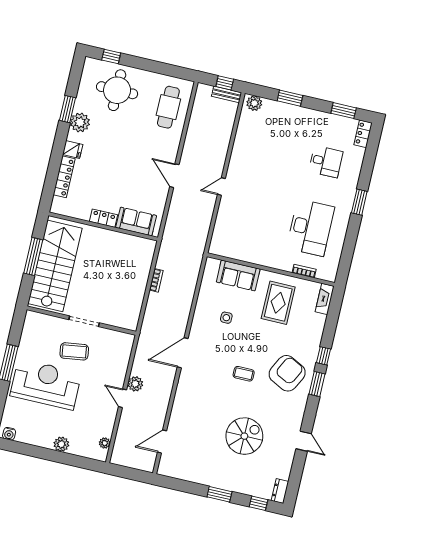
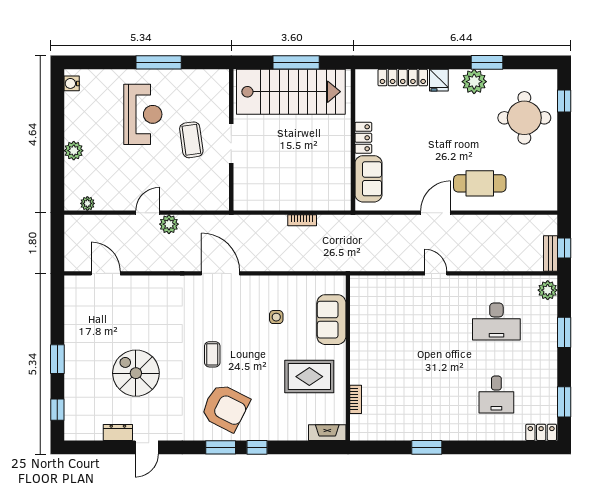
cafe table: (168, 107) -> (480, 183), moved
window: (359, 202) -> (427, 447), moved
desk: (310, 228) -> (496, 322), moved, width x0.73, depth x0.77
reception desk: (46, 384) -> (143, 114), width x0.74, depth x0.77
spiral stairs: (244, 436) -> (136, 373), turned 180
dresser: (280, 491) -> (118, 432), moved

